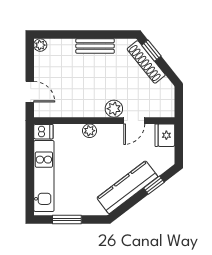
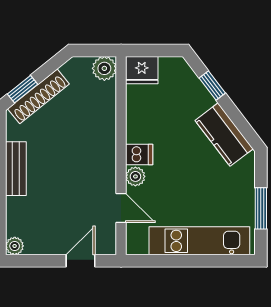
plant: (114, 109) -> (104, 68), moved
door: (134, 121) -> (121, 208), moved
dishwasher: (43, 132) -> (139, 154), moved, turned 90
kitchen counter: (127, 187) -> (224, 135), width x0.67

